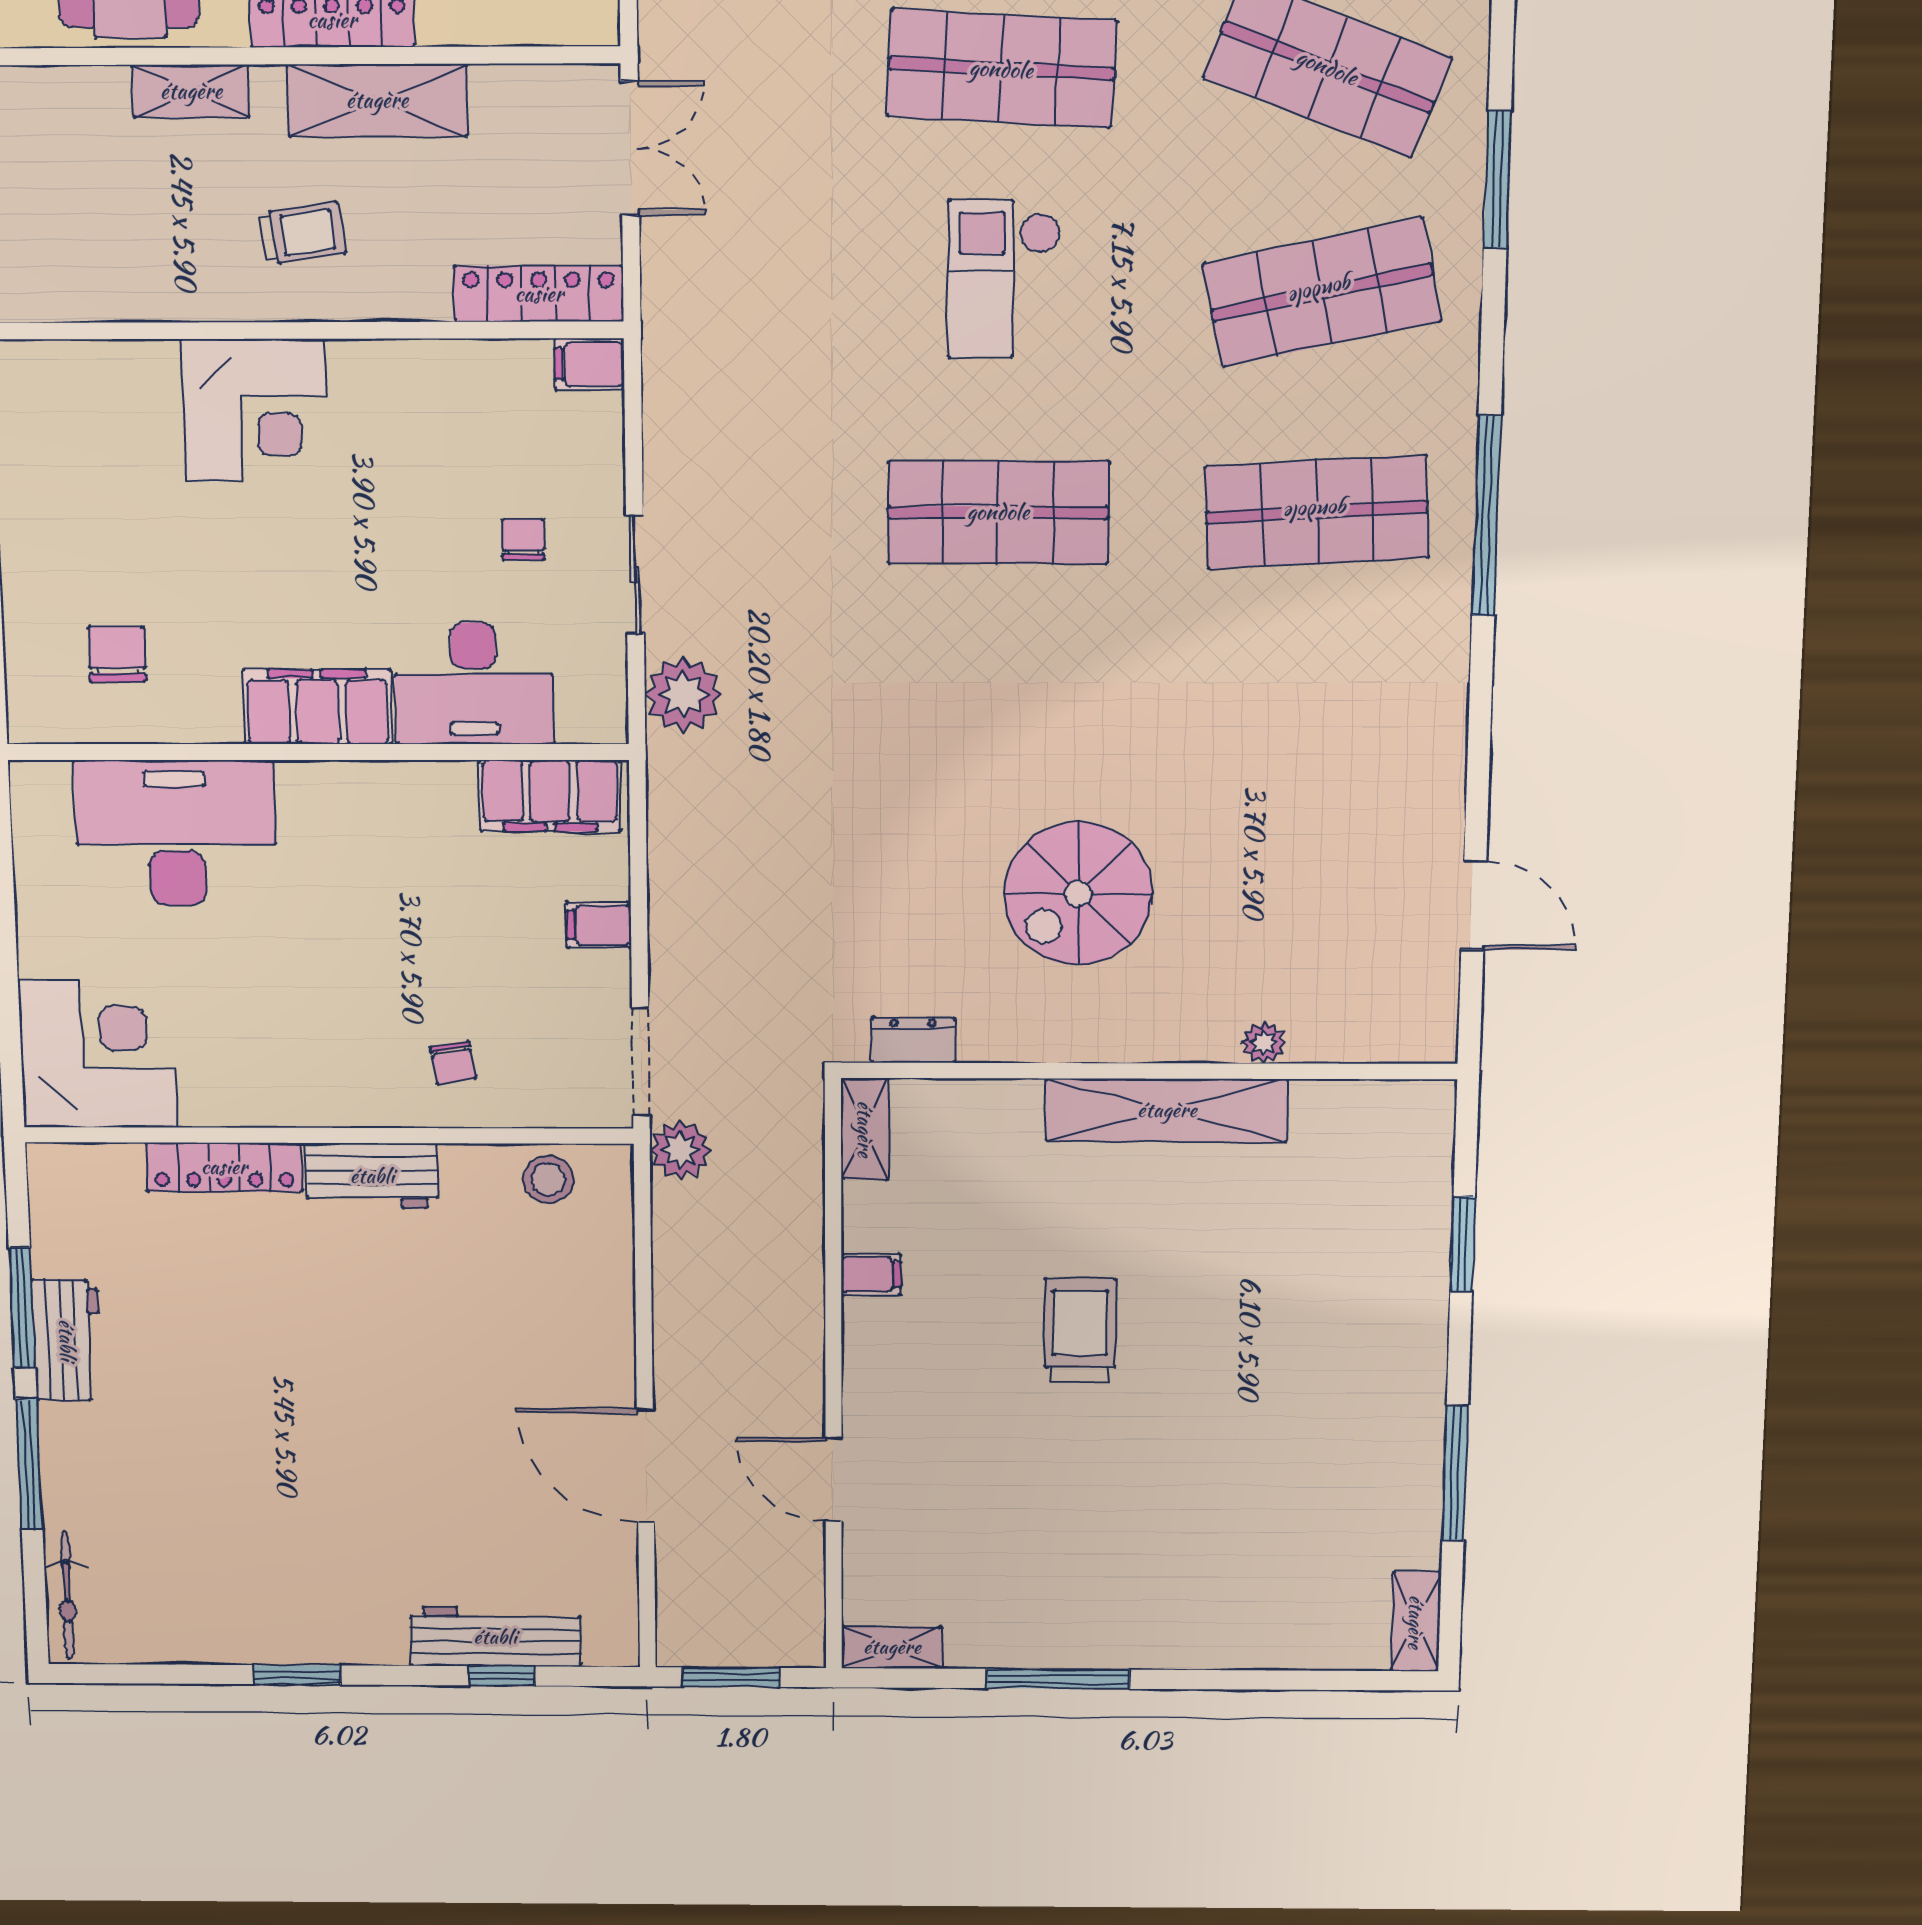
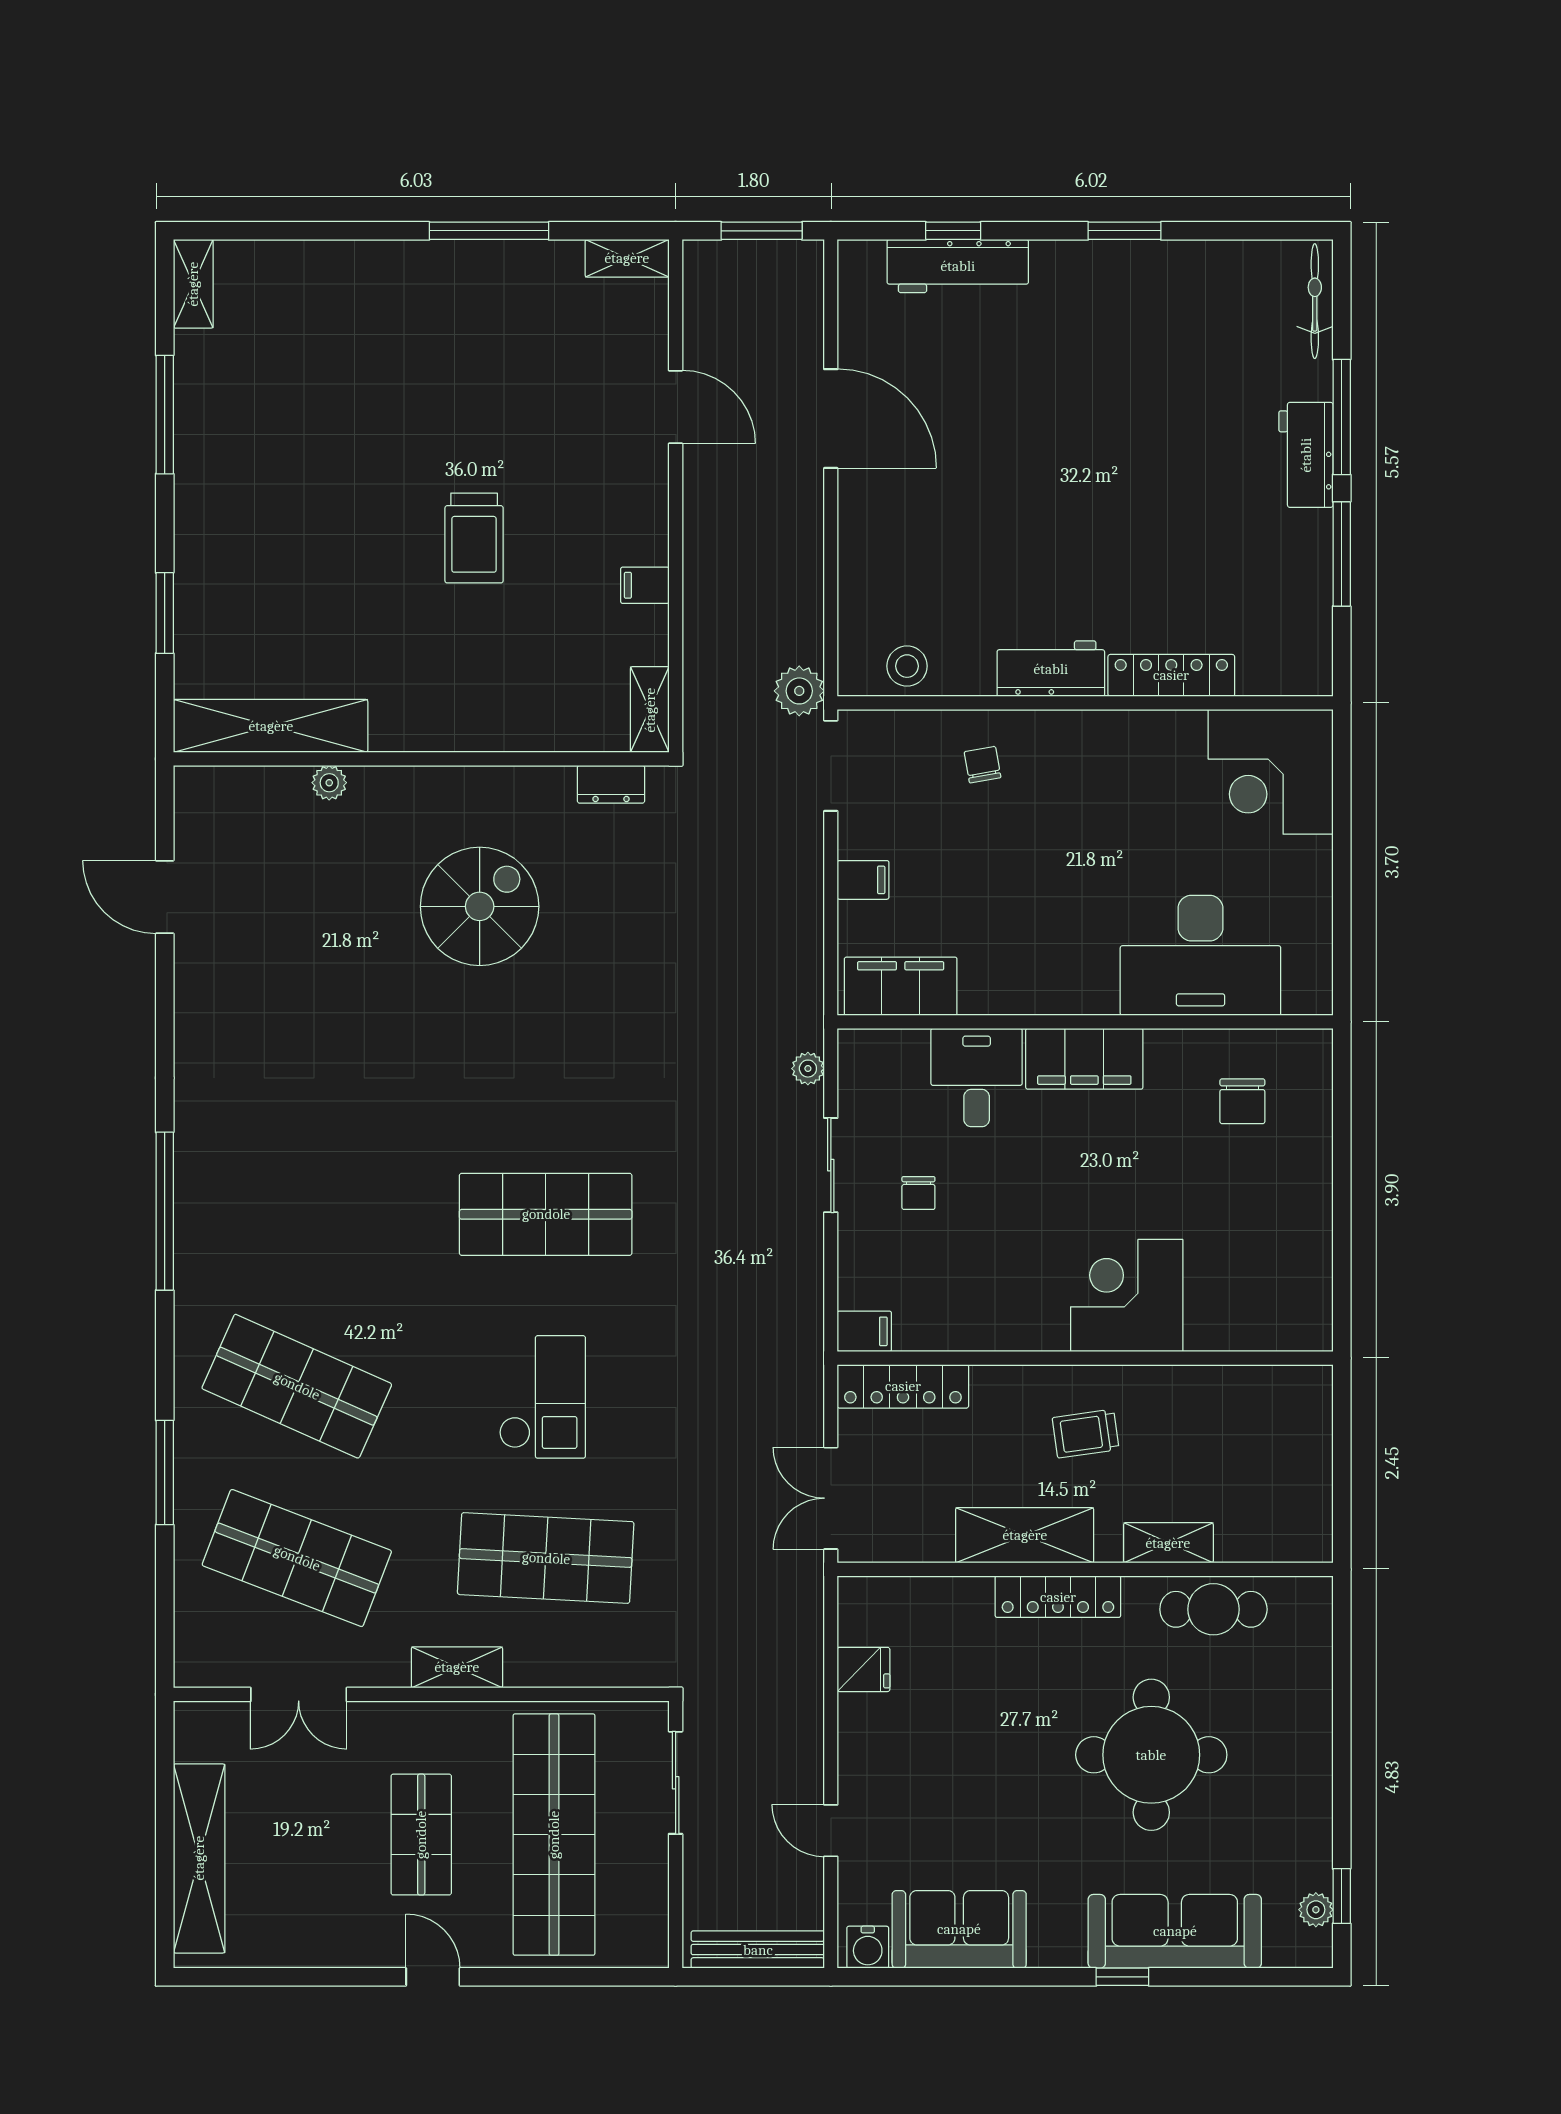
shop shelf: (1322, 292) -> (297, 1386), turned 36
shop shelf: (1317, 512) -> (297, 1214), removed
desk: (474, 684) -> (977, 1078), width x0.73
plant: (683, 695) -> (808, 1069), width x0.53, depth x0.53
shelving: (1167, 1110) -> (271, 726), moved
workbench: (67, 1340) -> (1306, 455), moved

